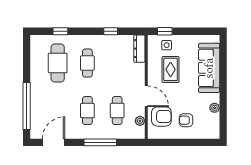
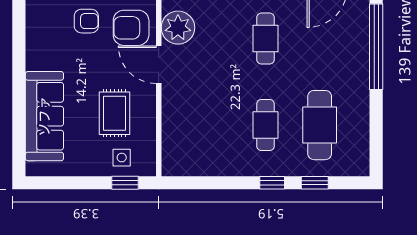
window: (111, 31) -> (272, 183), moved
dresser: (139, 49) -> (171, 151), removed
plant: (215, 108) -> (34, 44), removed
cafe table: (117, 111) -> (211, 39), removed
plant: (140, 121) -> (178, 28), width x1.88, depth x1.88

